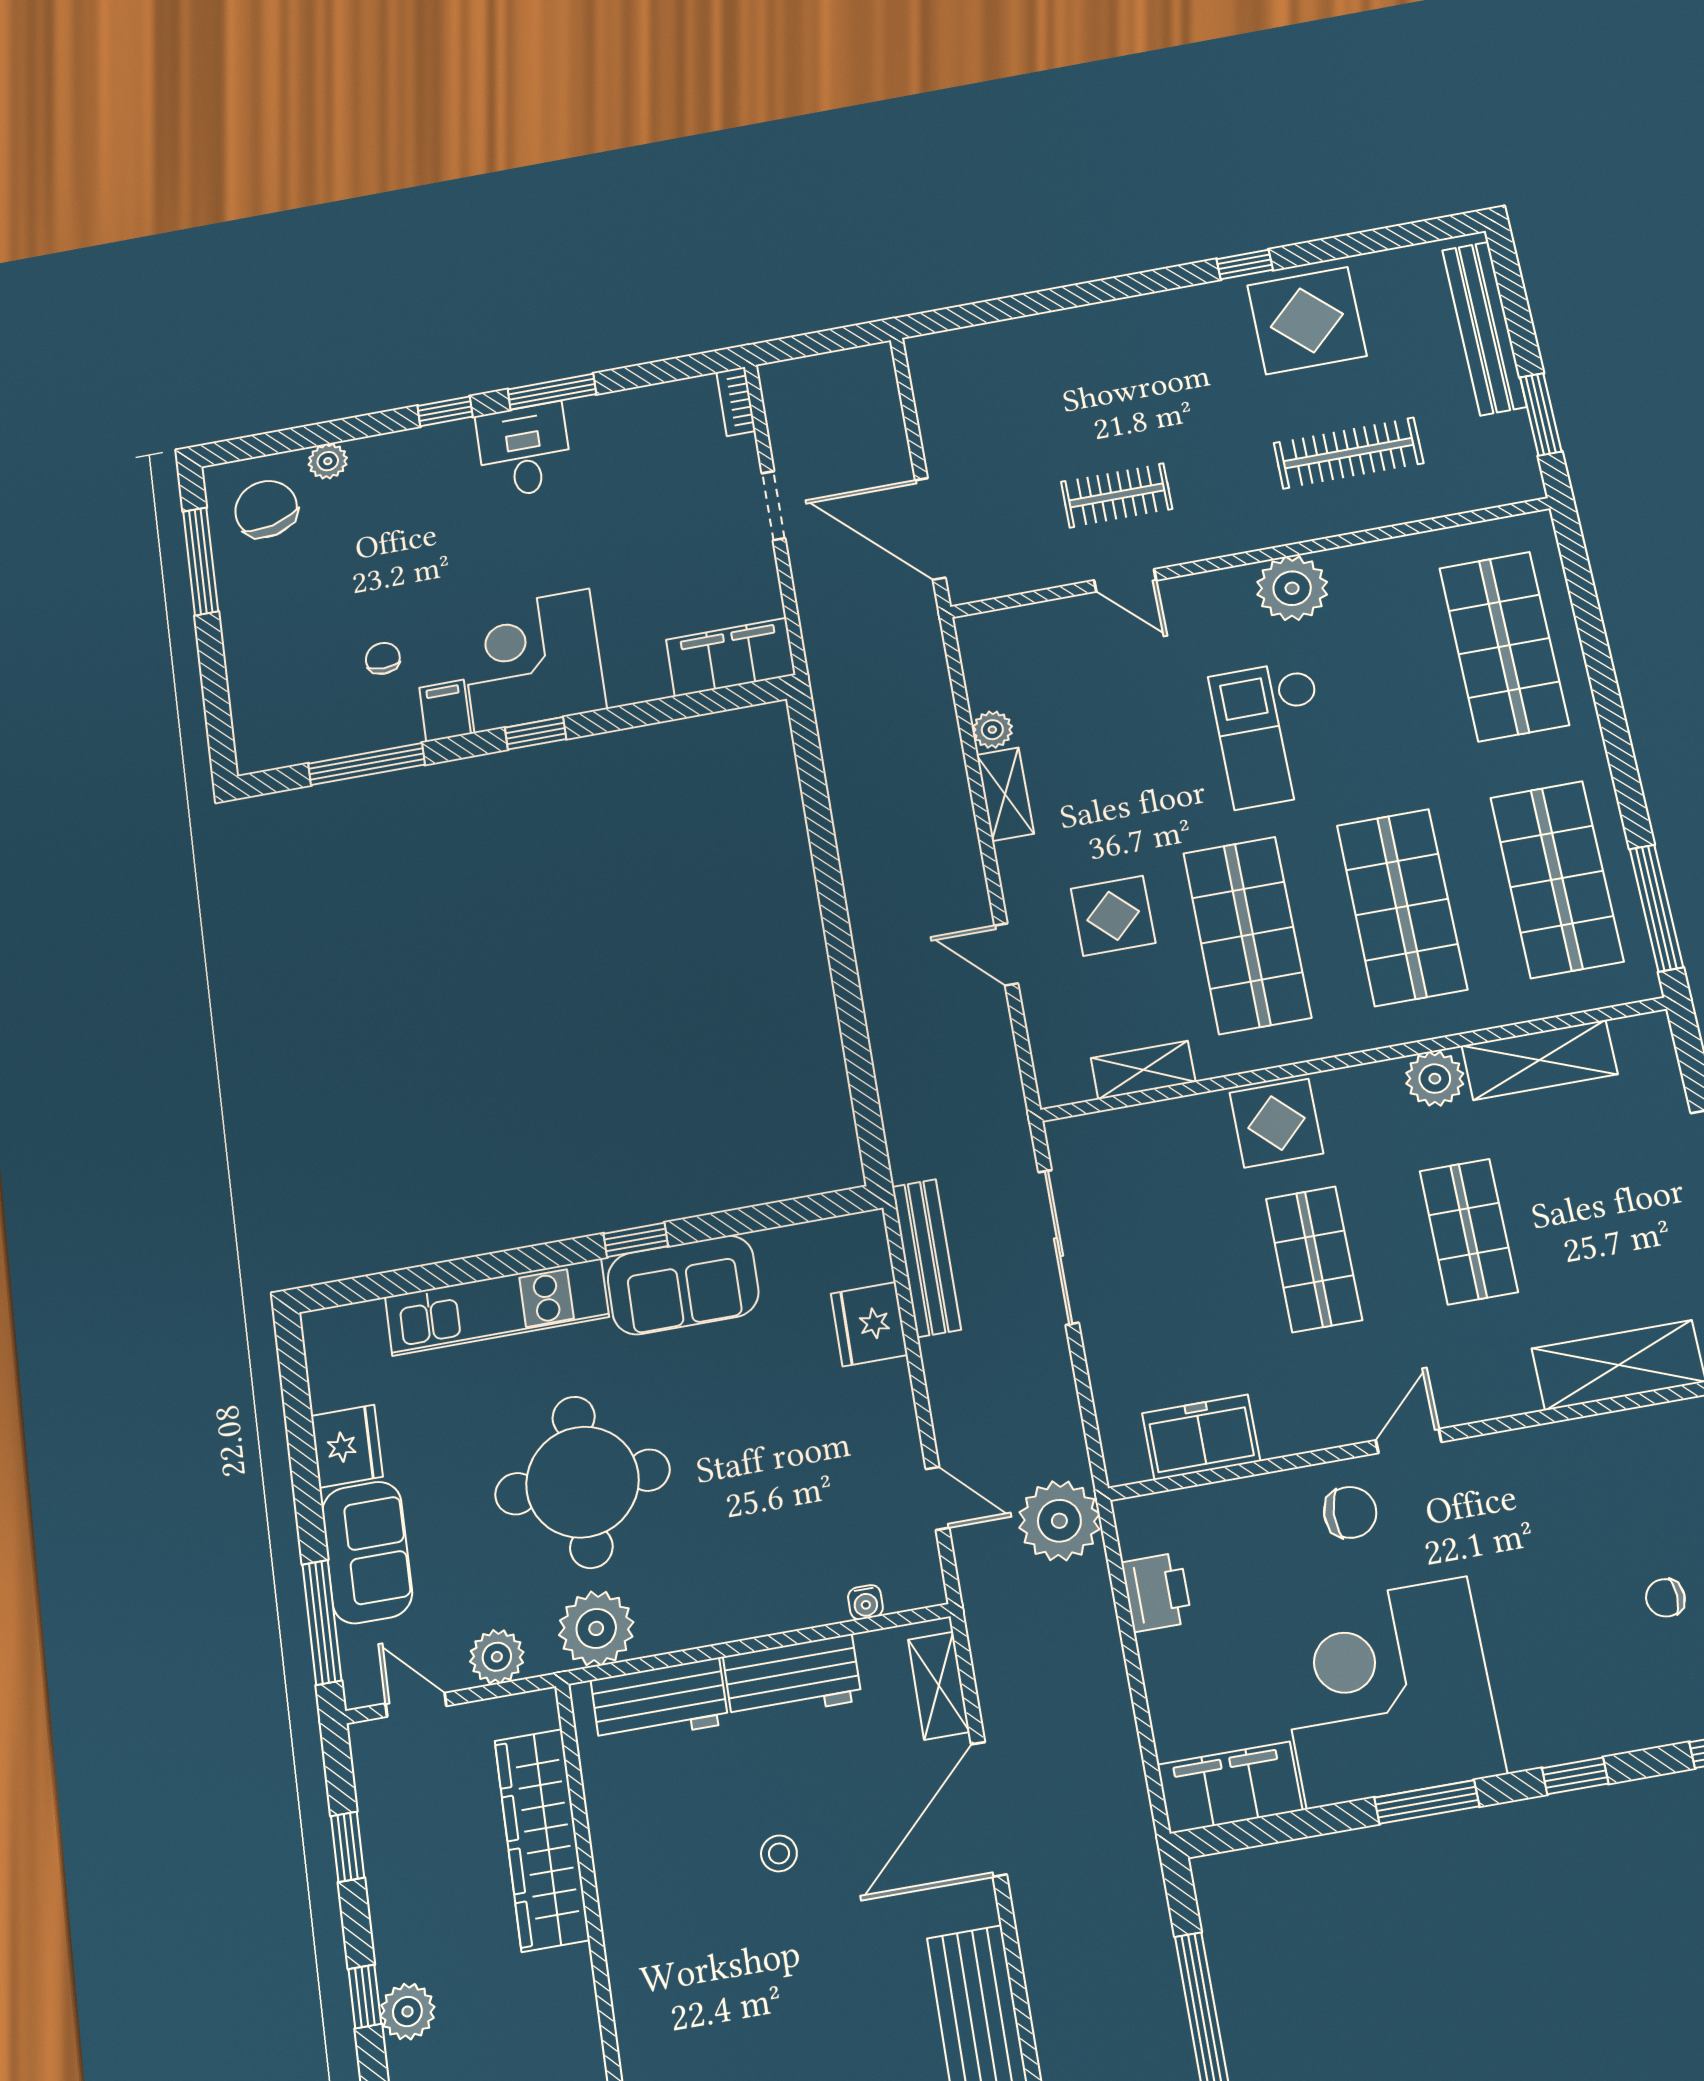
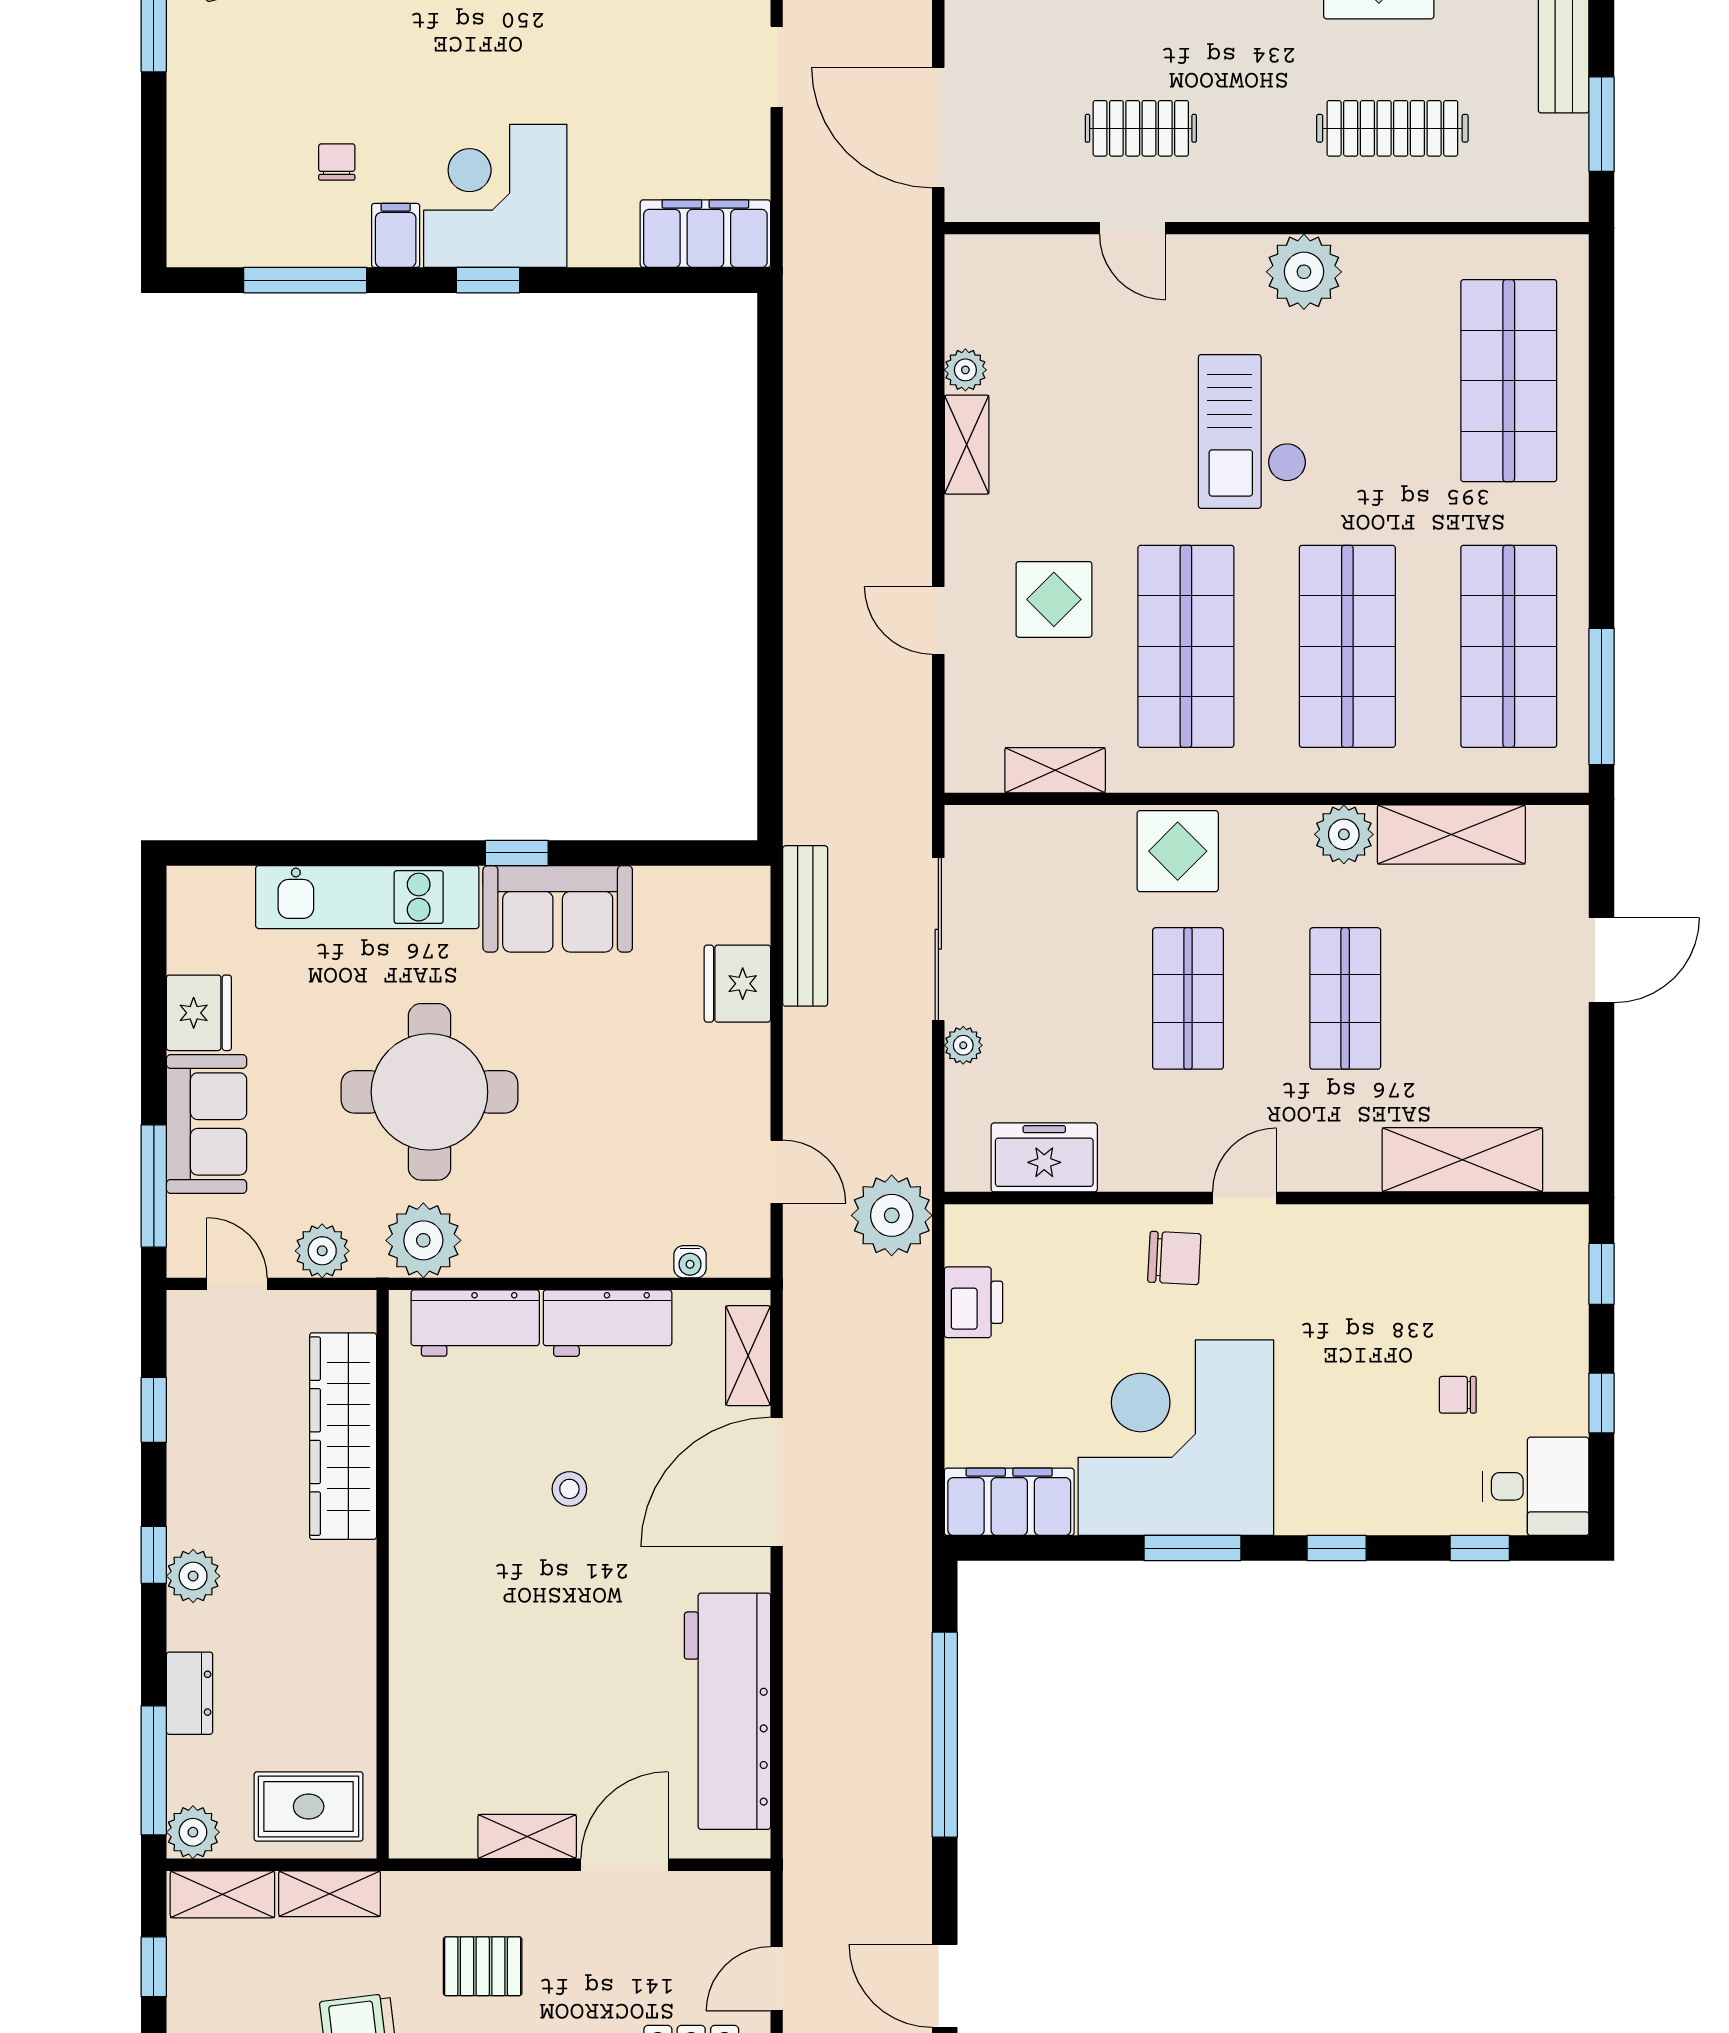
plant: (1101, 1343) -> (963, 1045), added

